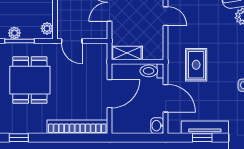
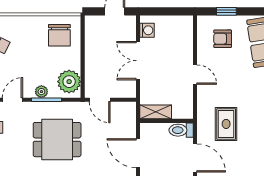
plant: (47, 28) -> (69, 82), width x1.88, depth x1.88
dining table: (30, 80) -> (57, 140), turned 90
door: (110, 94) -> (138, 153), swing flipped

